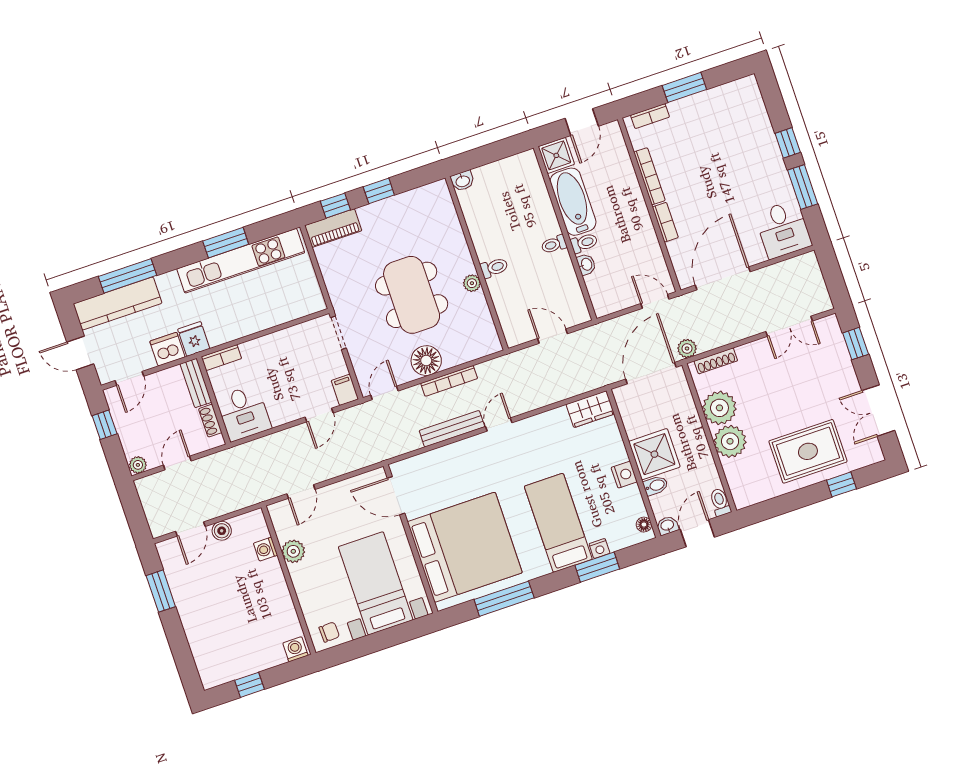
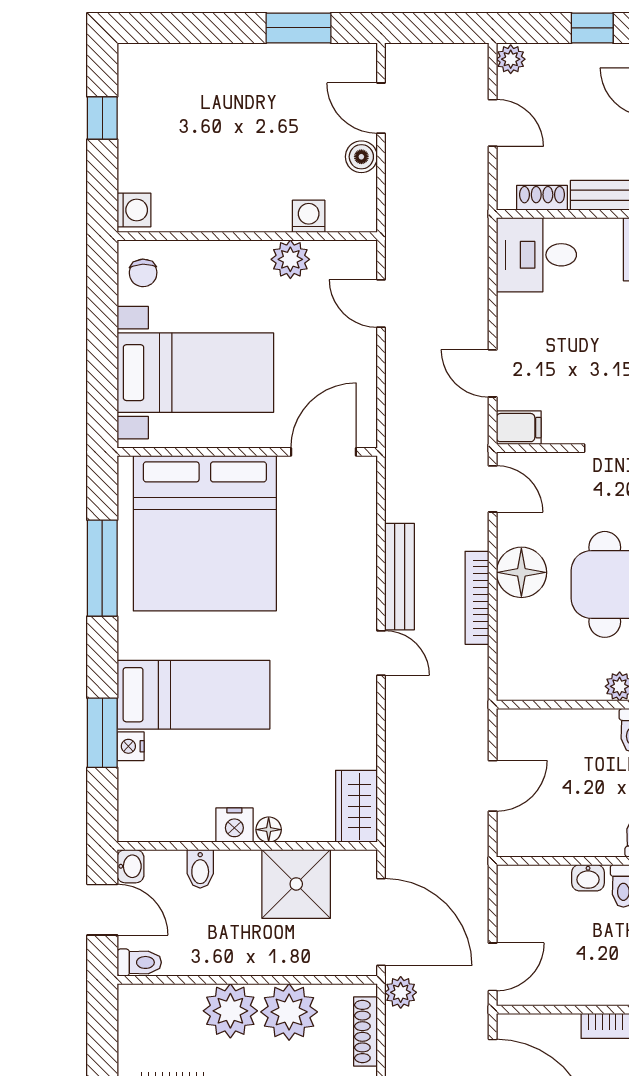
shower: (654, 454) -> (296, 884), moved
floor lamp: (644, 525) -> (269, 830), moved

